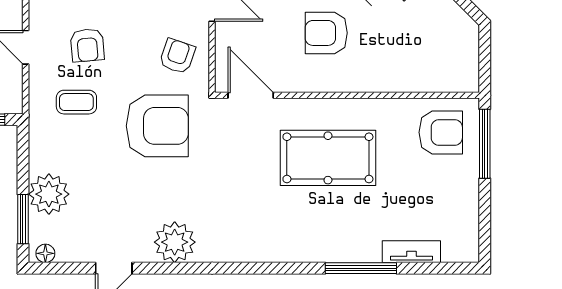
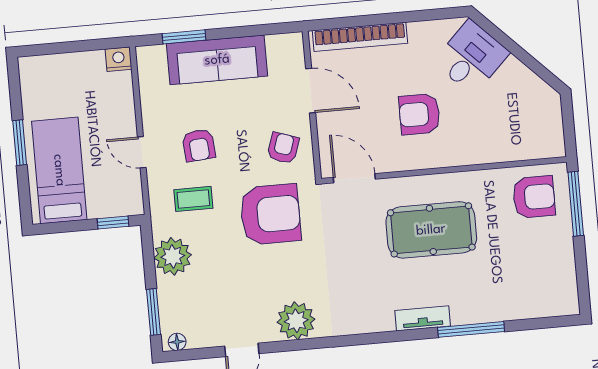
plant: (49, 194) -> (173, 256), moved
tv unit: (411, 252) -> (423, 318), moved

